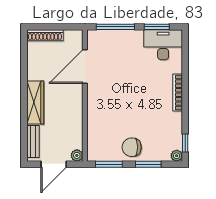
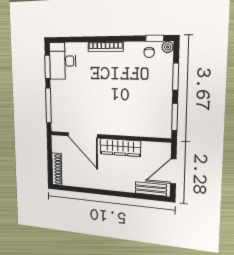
wardrobe: (35, 103) -> (120, 147), moved, turned 180
chair: (132, 147) -> (149, 52), moved, width x0.54, depth x0.54
plant: (77, 155) -> (165, 148), removed
door: (54, 164) -> (173, 171), swing flipped

